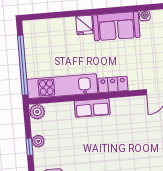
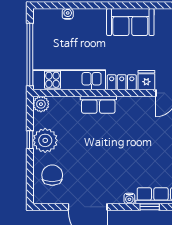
water cooler: (145, 16) -> (68, 14), moved
fridge: (84, 25) -> (146, 80), moved, turned 180
plant: (38, 141) -> (45, 140), width x1.88, depth x1.88

